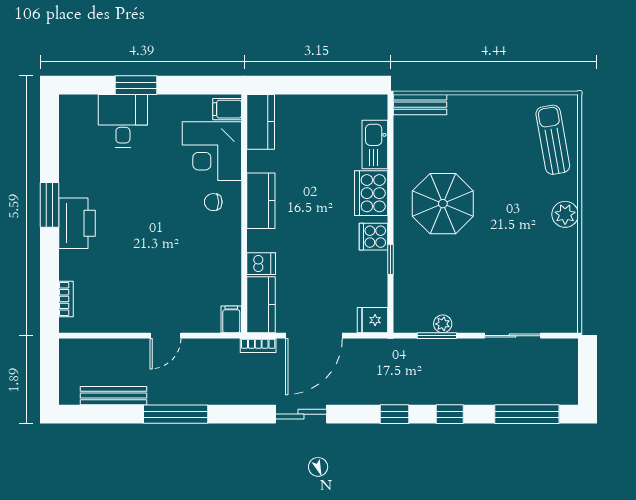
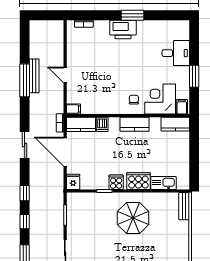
window: (136, 85) -> (194, 76), moved
plant: (443, 324) -> (71, 218), removed
bench: (113, 396) -> (34, 76), moved

